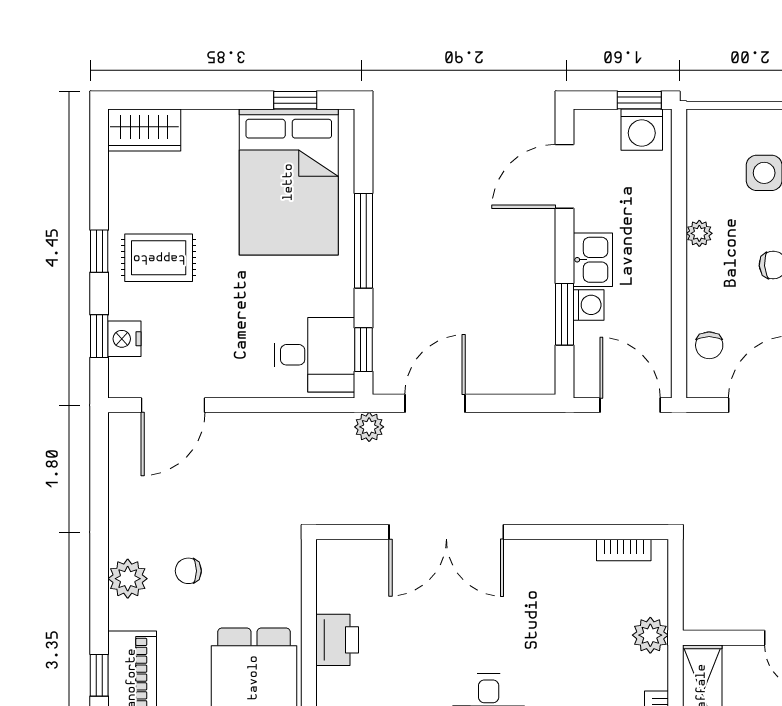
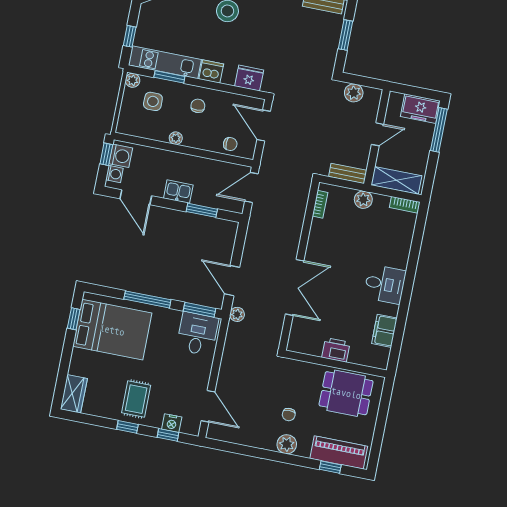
washing machine: (589, 305) -> (114, 174), moved, turned 90
window: (364, 350) -> (200, 310), width x1.50
bench: (697, 593) -> (348, 173), added

